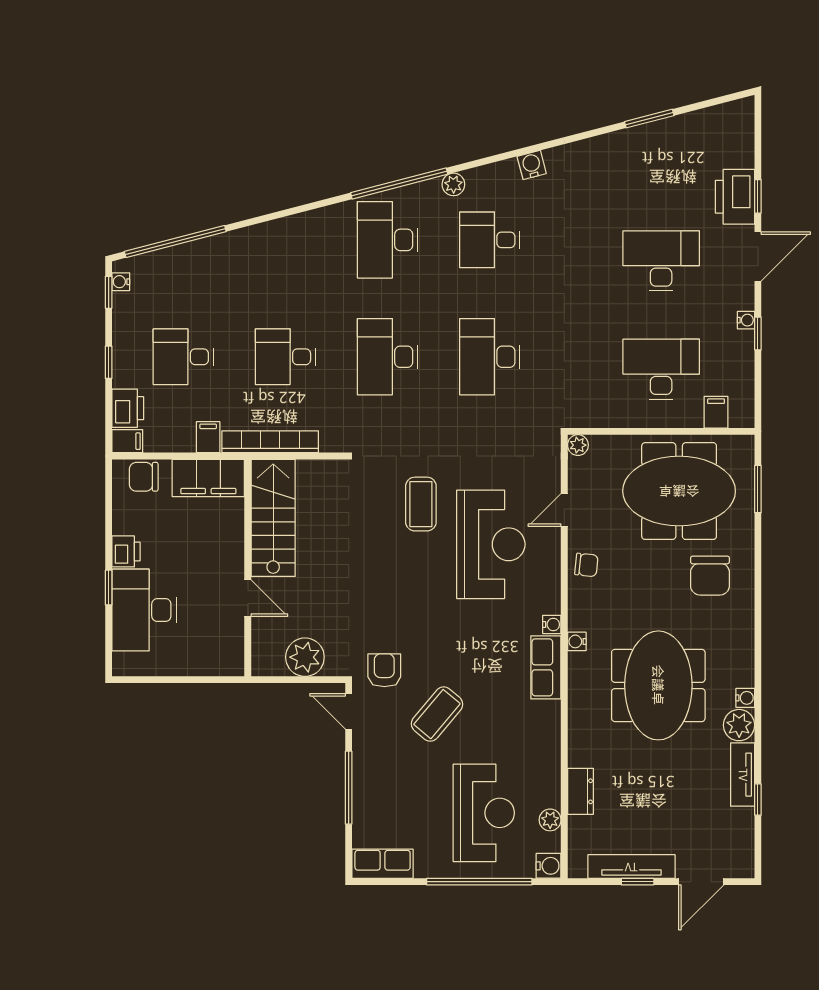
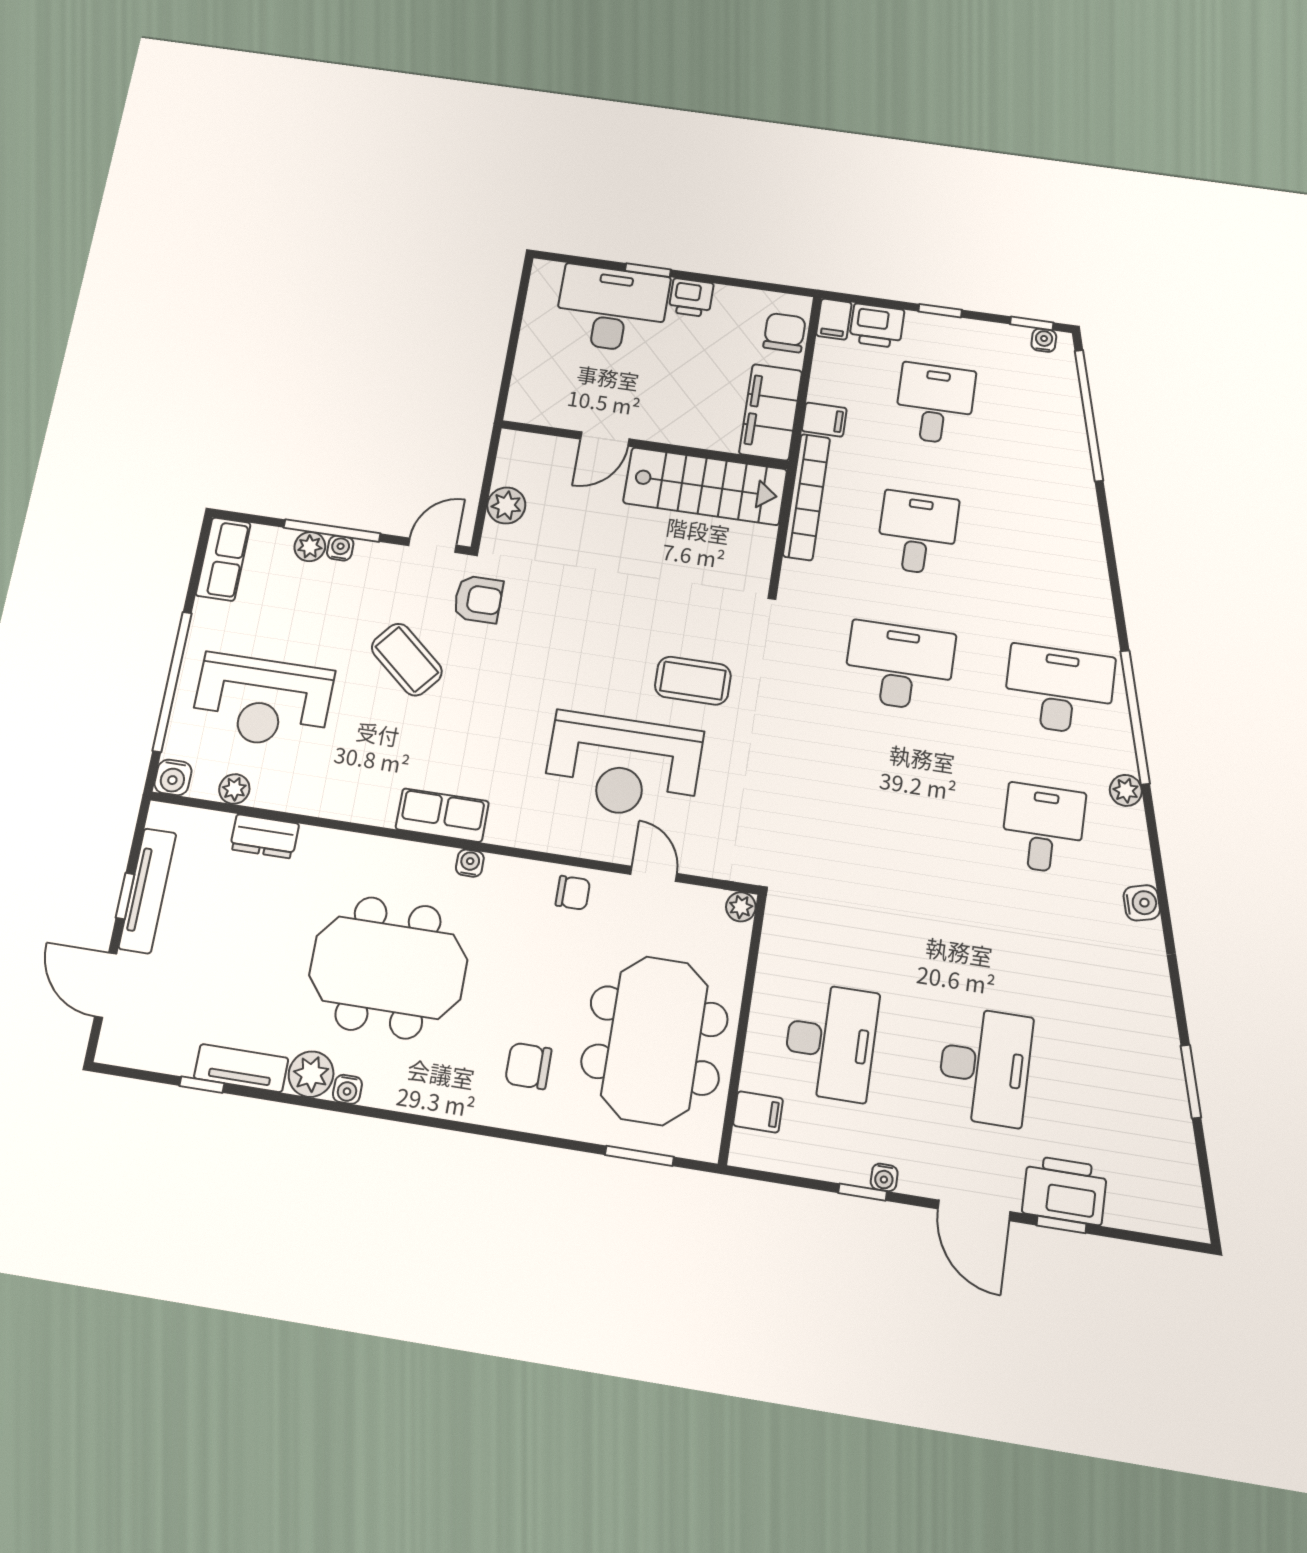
desk: (490, 357) -> (881, 804), removed
chair: (586, 565) -> (573, 893), turned -96
chair: (710, 576) -> (528, 1066), width x0.73, depth x0.73
water cooler: (552, 624) -> (340, 548), moved, turned 180
plant: (305, 657) -> (506, 505), width x0.73, depth x0.73
plant: (363, 802) -> (310, 547), added

